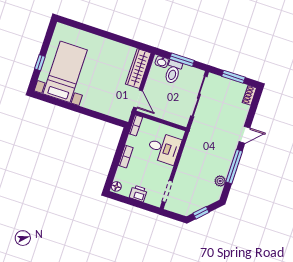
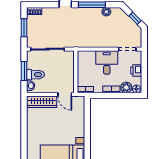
door: (138, 99) -> (65, 94), swing flipped
desk: (164, 148) -> (107, 62), moved
plant: (122, 175) -> (126, 87), added

